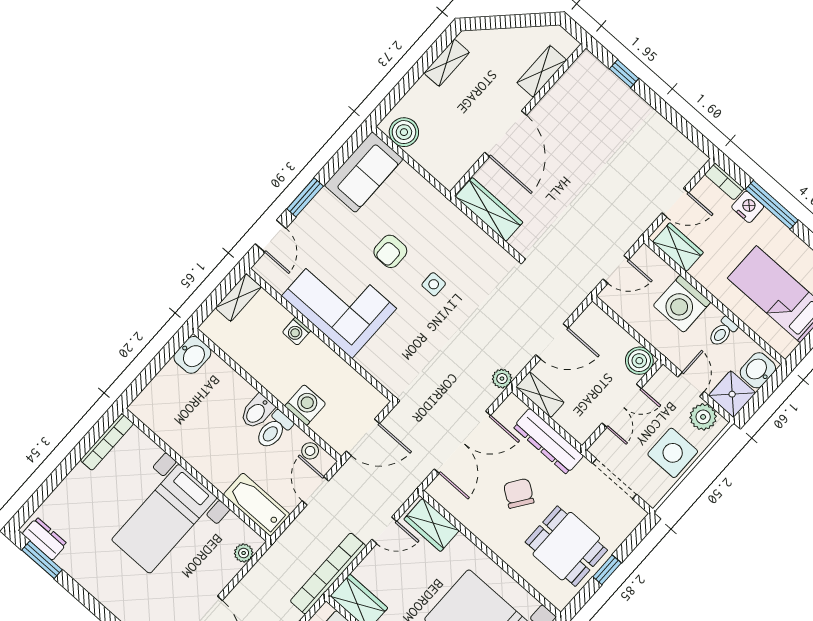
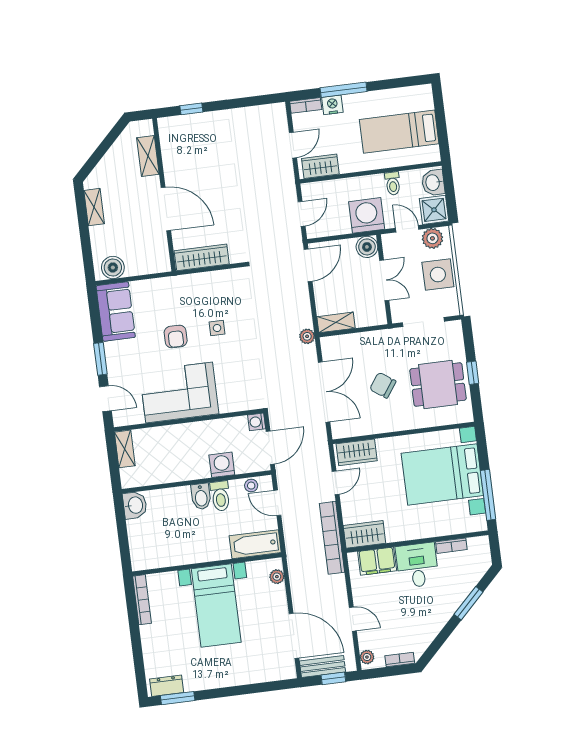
washing machine: (682, 304) -> (367, 215), moved, turned 180
washing machine: (296, 331) -> (257, 422), moved, turned 90
door: (552, 341) -> (308, 265), moved
dresser: (548, 441) -> (367, 341), removed

